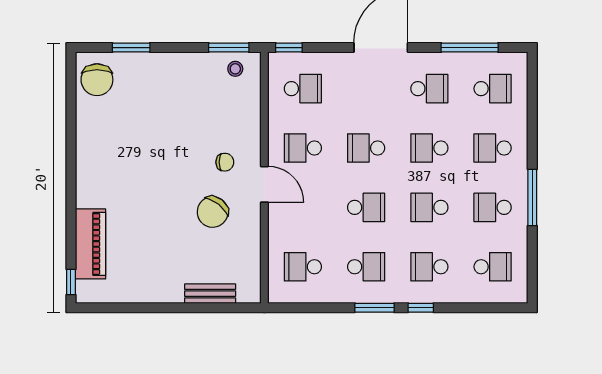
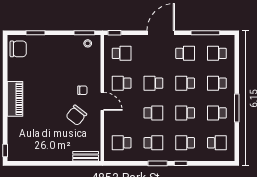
chair: (97, 80) -> (18, 49), turned -90
school desk: (493, 89) -> (217, 53), turned 180
piano: (90, 244) -> (15, 99), moved
bench: (210, 294) -> (86, 156), moved

